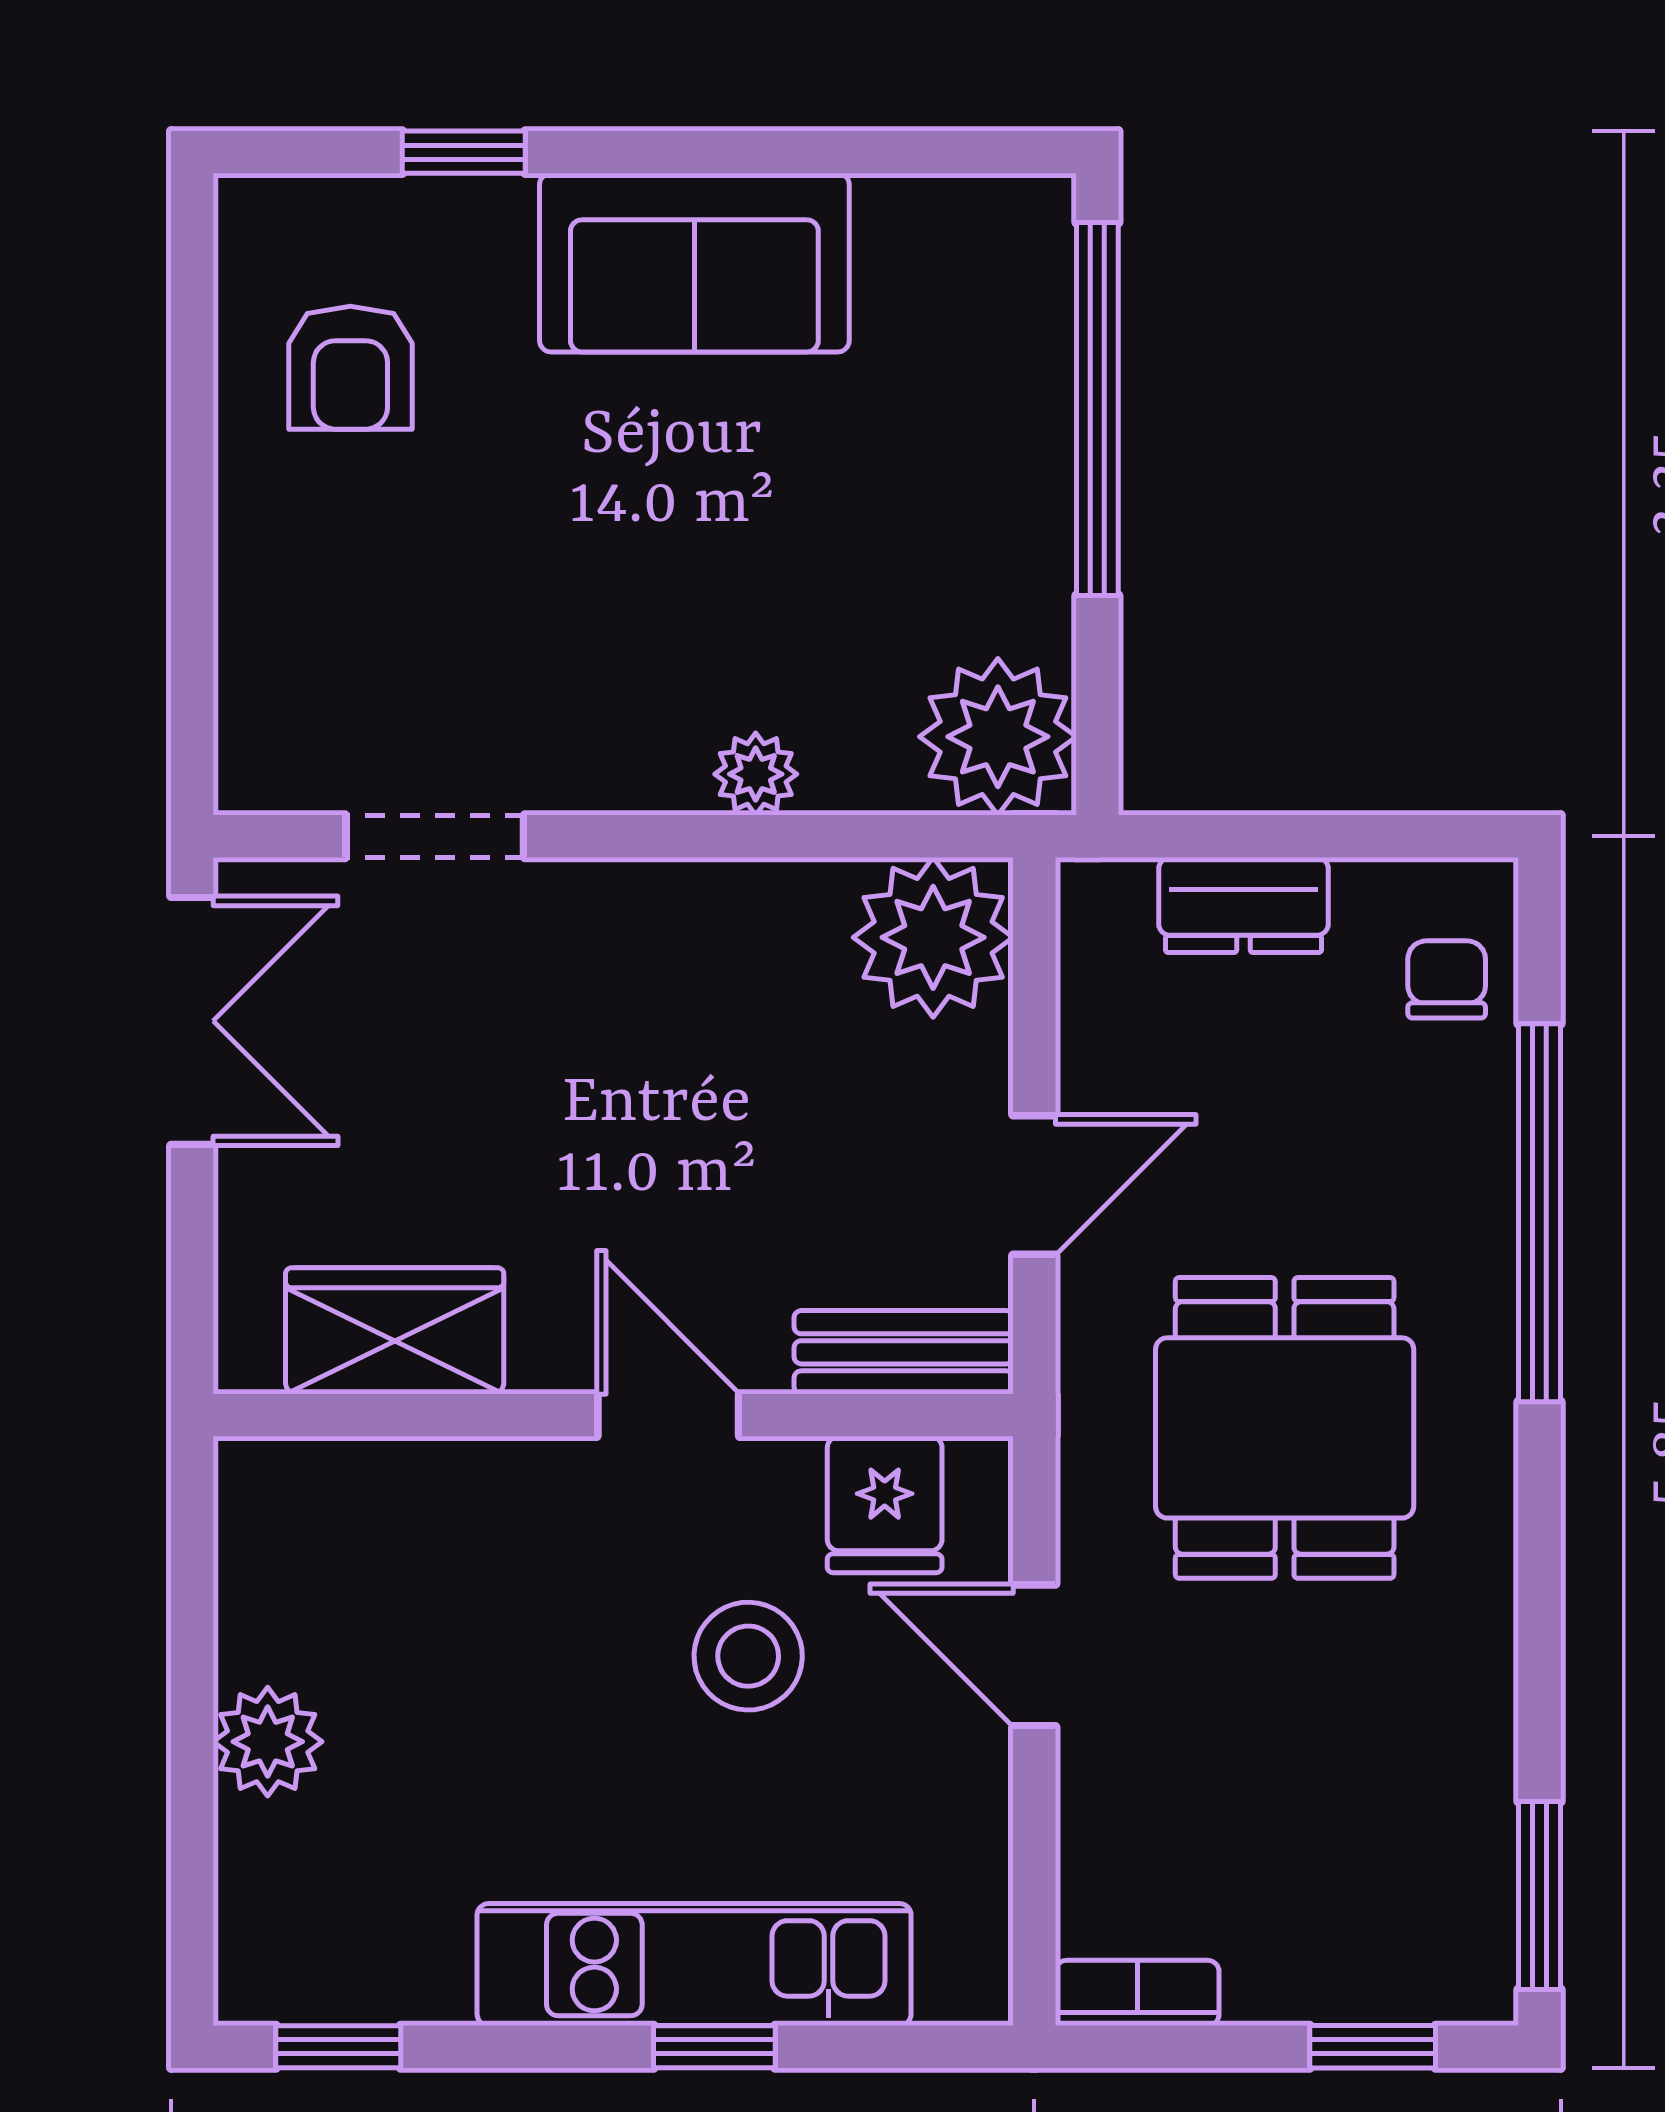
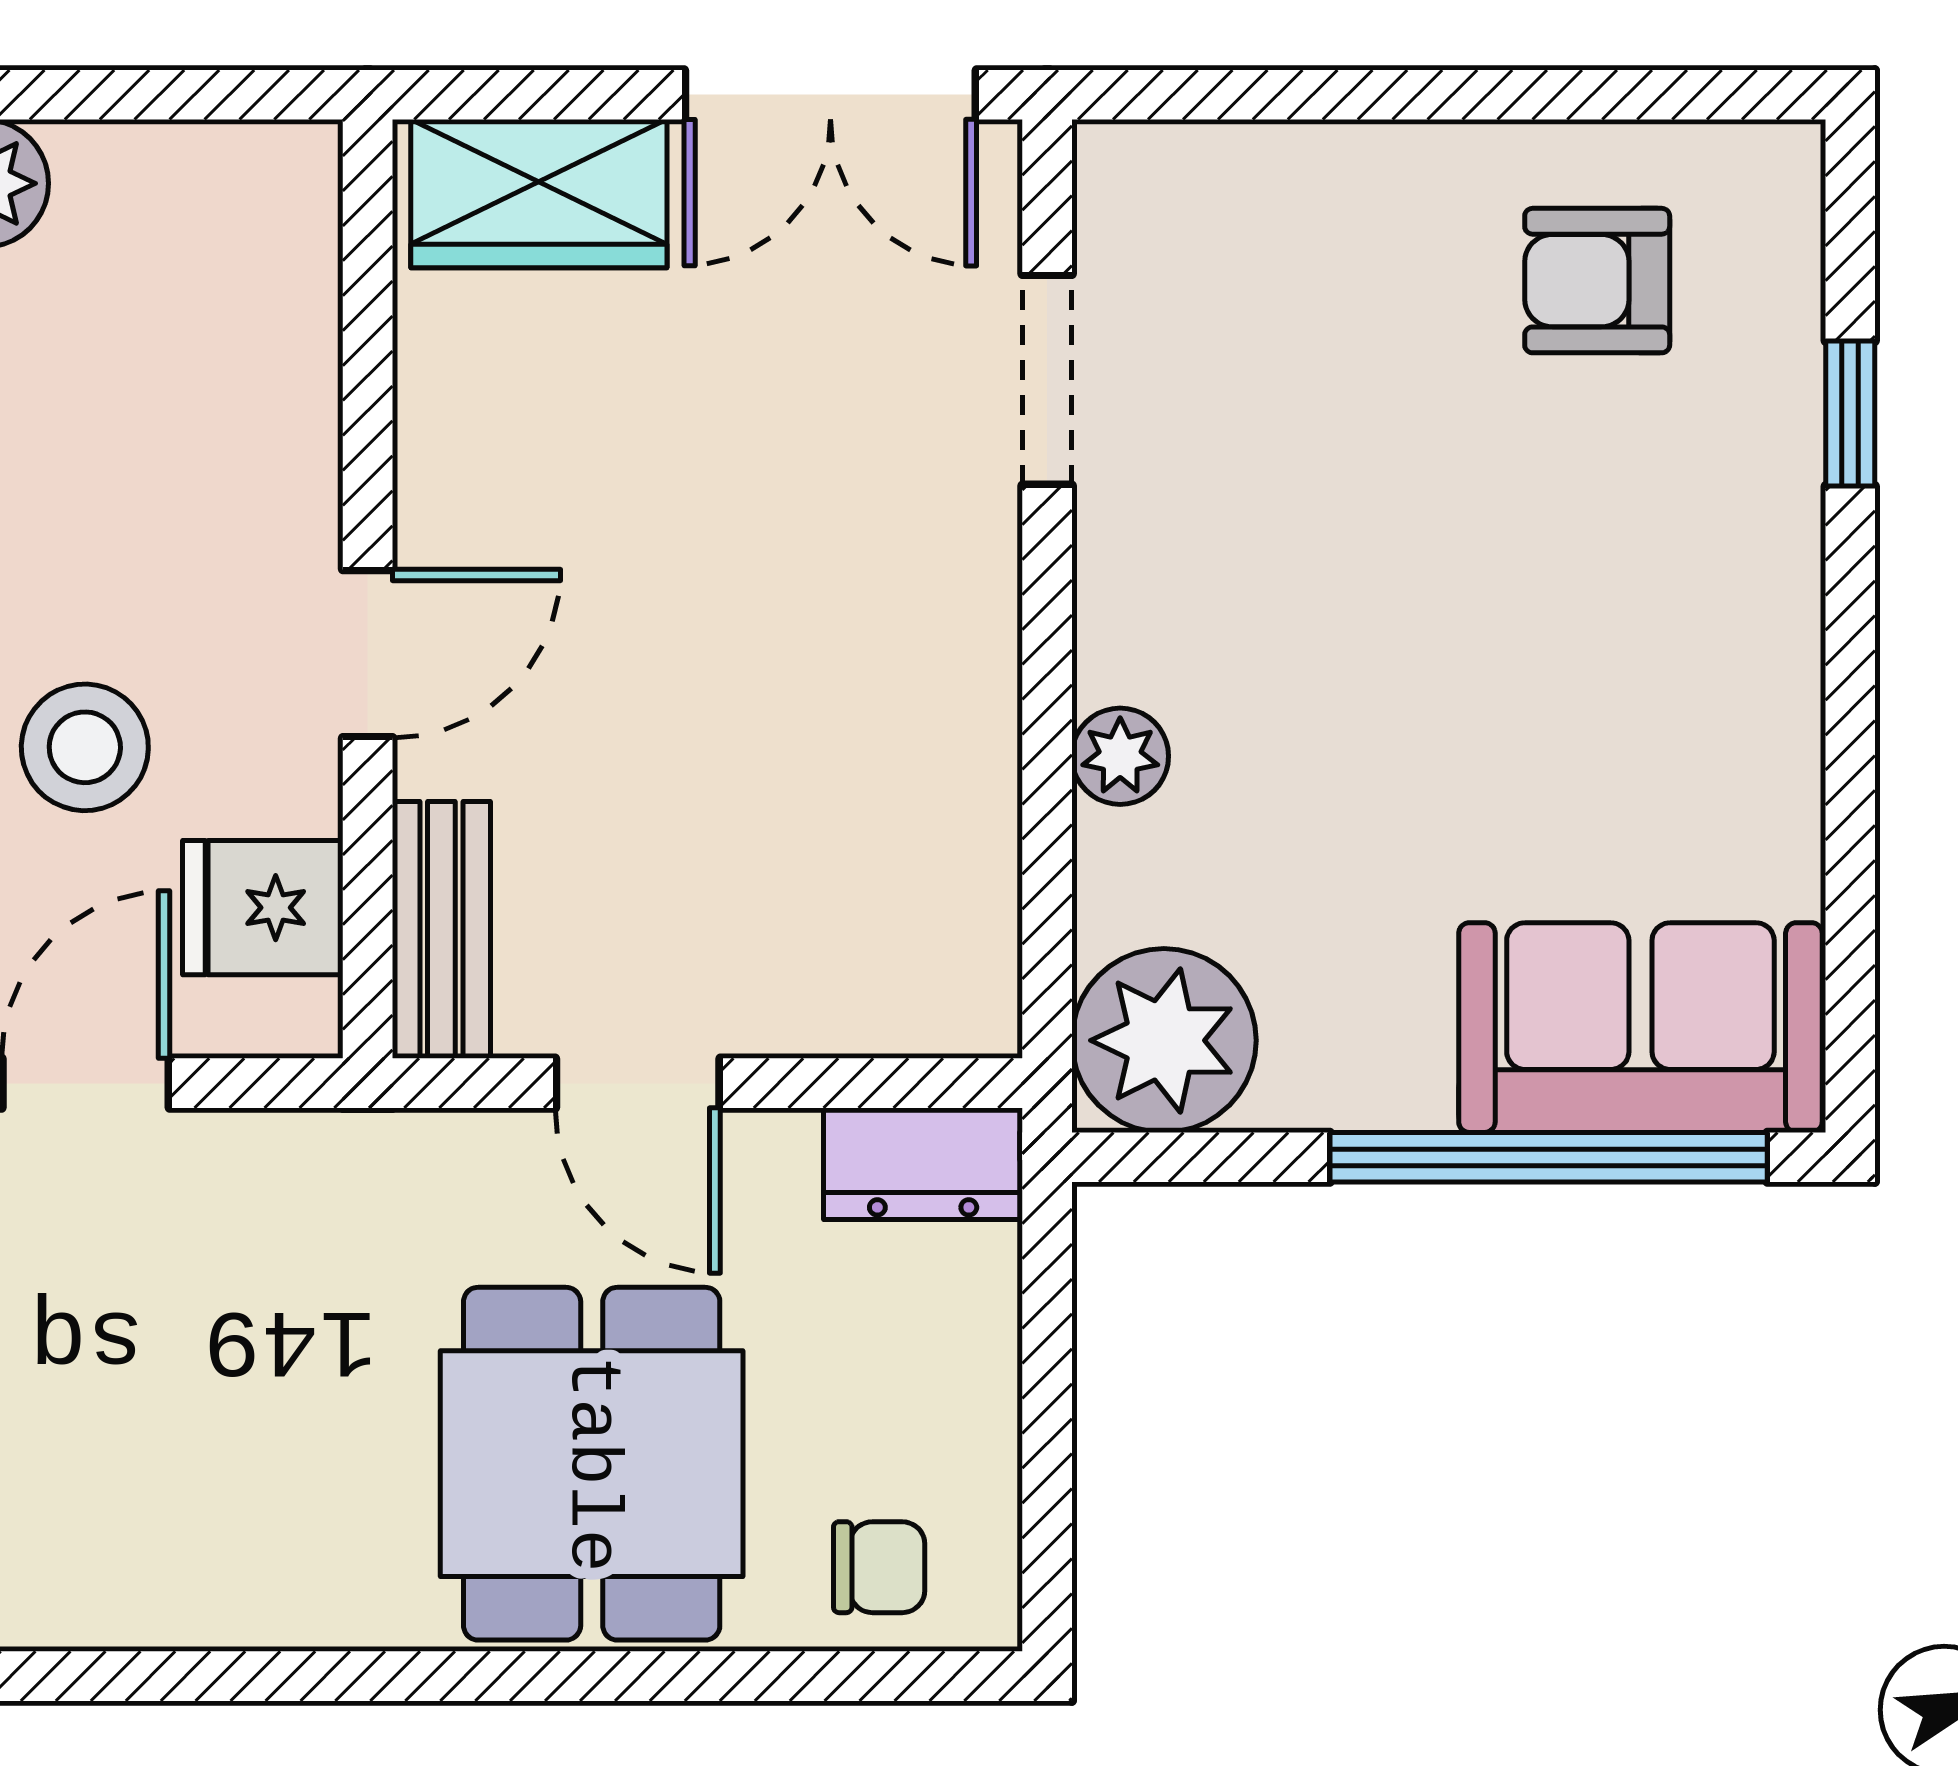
sofa: (694, 263) -> (1640, 1028), moved, turned 90
dresser: (1243, 905) -> (923, 1164), moved, turned -90
plant: (933, 937) -> (929, 965), removed
window: (1539, 1213) -> (605, 1676), removed
wardrobe: (395, 1331) -> (539, 194), moved, turned 90
dining table: (1285, 1428) -> (592, 1464), moved, turned 90

